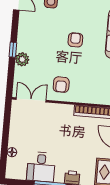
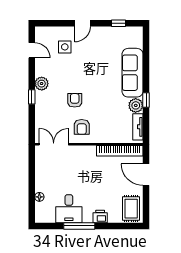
armchair: (75, 40) -> (75, 100), moved
plant: (22, 59) -> (42, 84), moved

